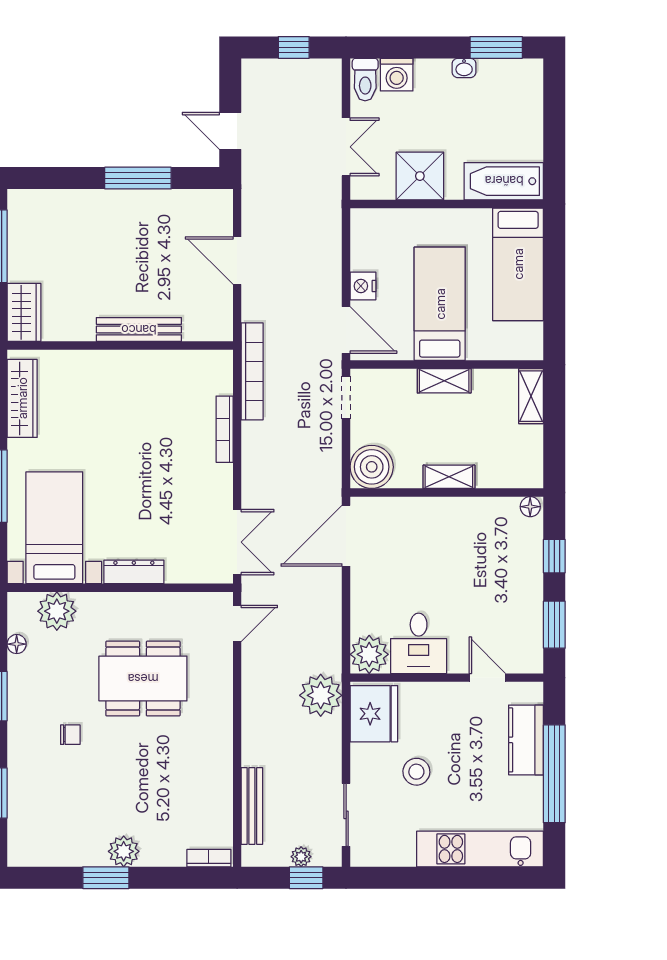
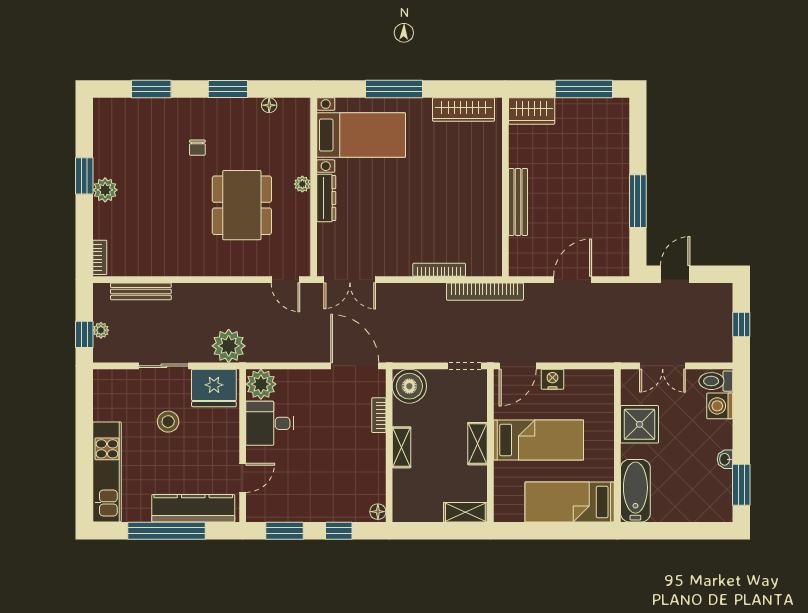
bookcase: (408, 505) -> (379, 415), added
plant: (57, 611) -> (302, 184), moved, width x0.53, depth x0.53
kitchen counter: (526, 740) -> (193, 508), width x1.50
sliding door: (346, 815) -> (164, 366), moved

